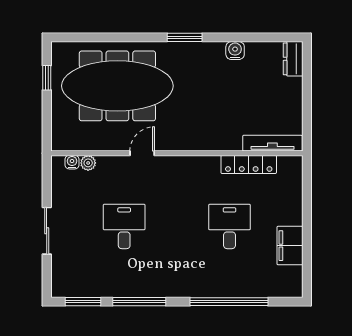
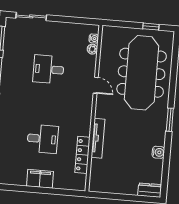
tv unit: (272, 143) -> (98, 138), moved
desk: (124, 226) -> (48, 69), turned 180
sliding door: (47, 231) -> (31, 16), moved
filing cabinet: (290, 246) -> (40, 179), moved

